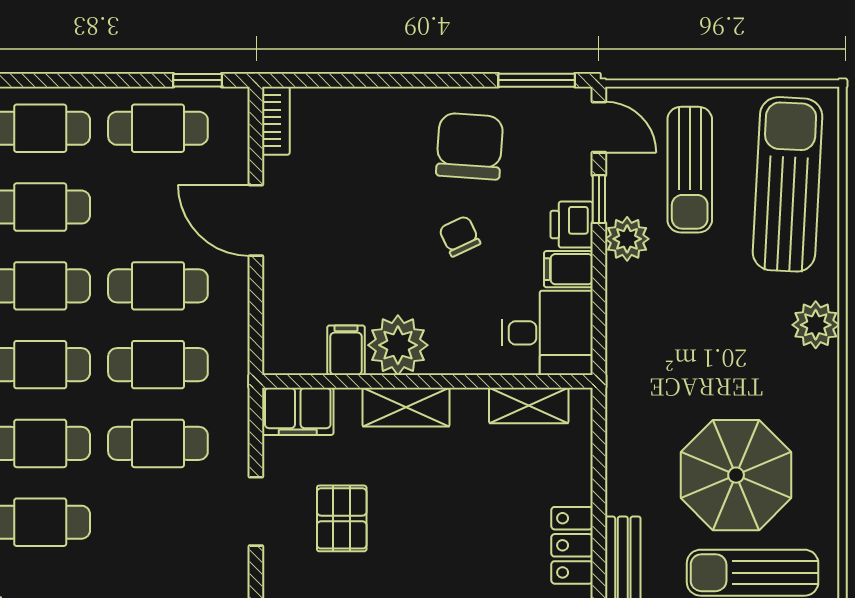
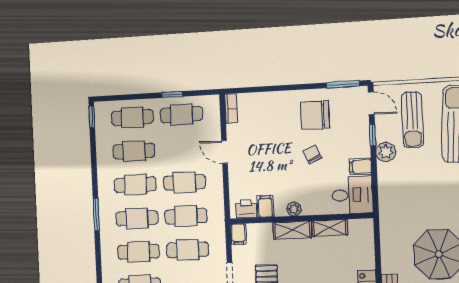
window: (198, 80) -> (172, 94), moved
chair: (470, 146) -> (315, 115), turned -94
door: (256, 220) -> (225, 152), width x0.73
printer: (572, 225) -> (246, 209), moved, turned 90
plant: (398, 345) -> (294, 209), width x0.53, depth x0.53
shelving: (529, 405) -> (330, 228), moved
filing cabinet: (298, 411) -> (238, 234), width x0.50

